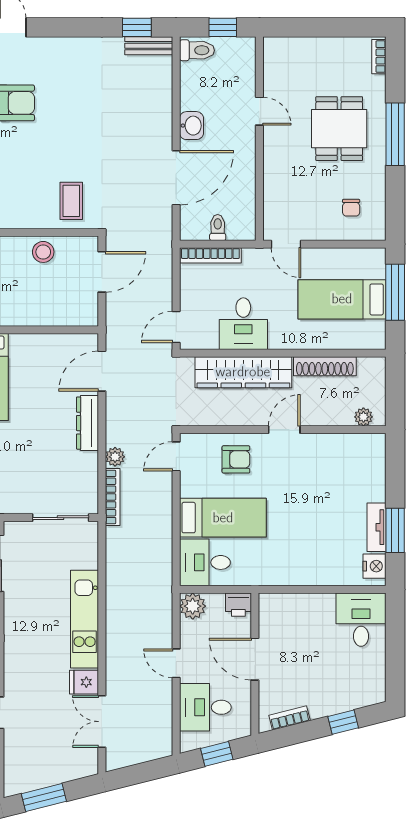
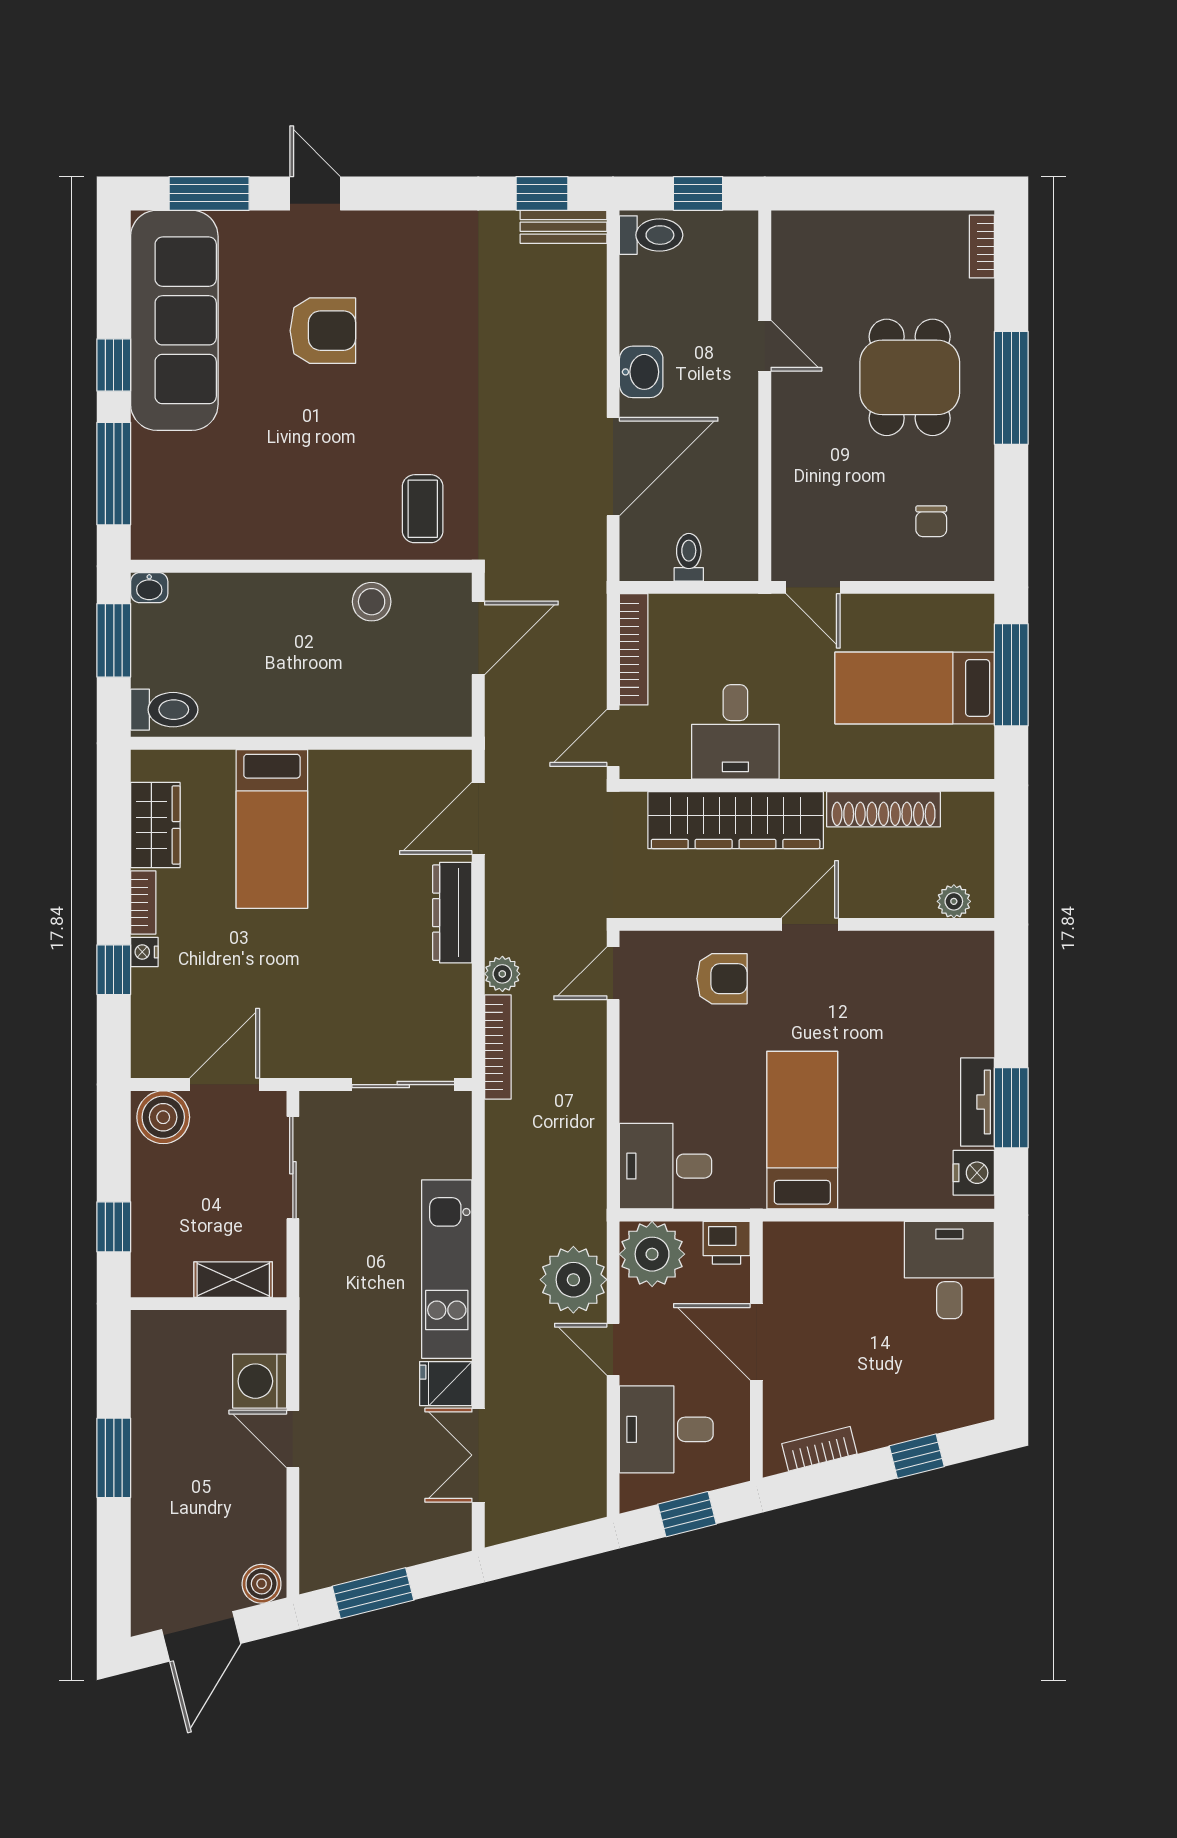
bookcase: (210, 255) -> (634, 649), moved, turned -90
bed: (223, 518) -> (802, 1130), moved, turned -90
plant: (193, 606) -> (652, 1254), width x1.36, depth x1.36
plant: (154, 625) -> (573, 1280), added

